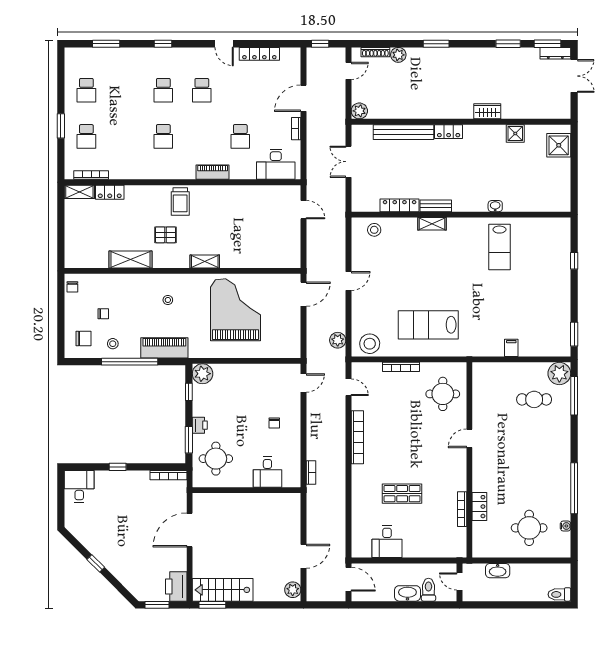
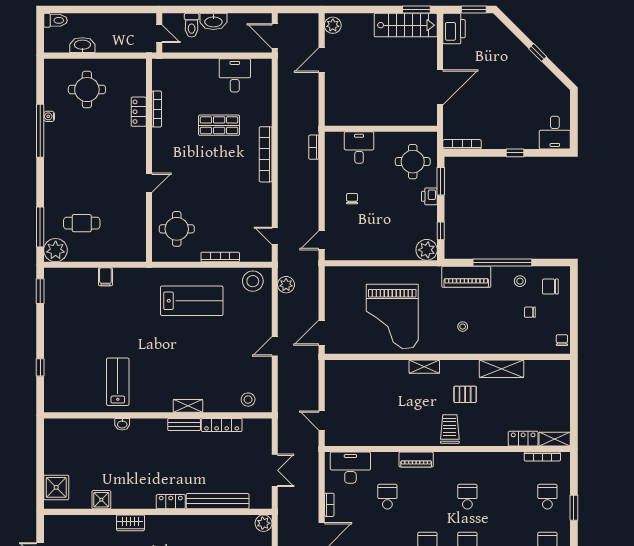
bookcase: (357, 437) -> (266, 154), moved
water cooler: (566, 526) -> (49, 116), moved
washbasin: (498, 571) -> (82, 45), moved

